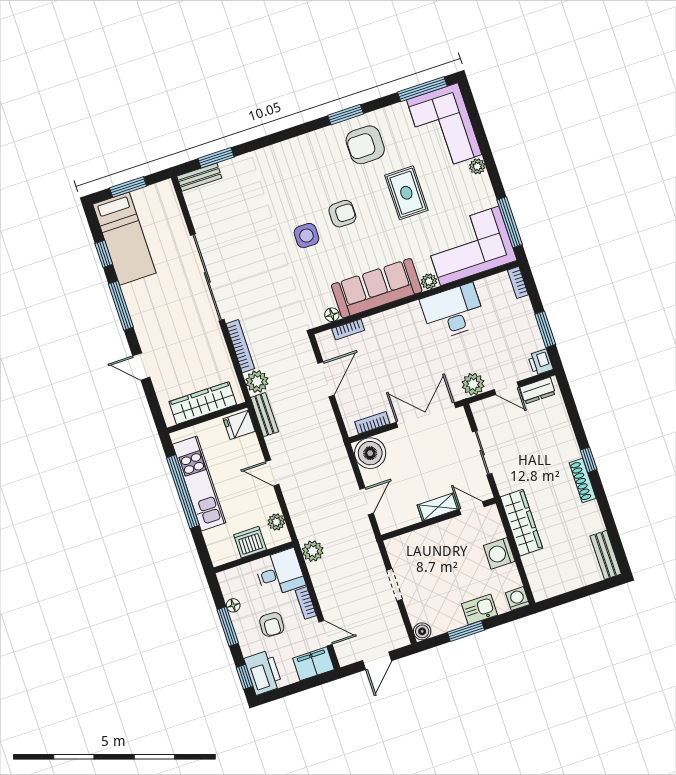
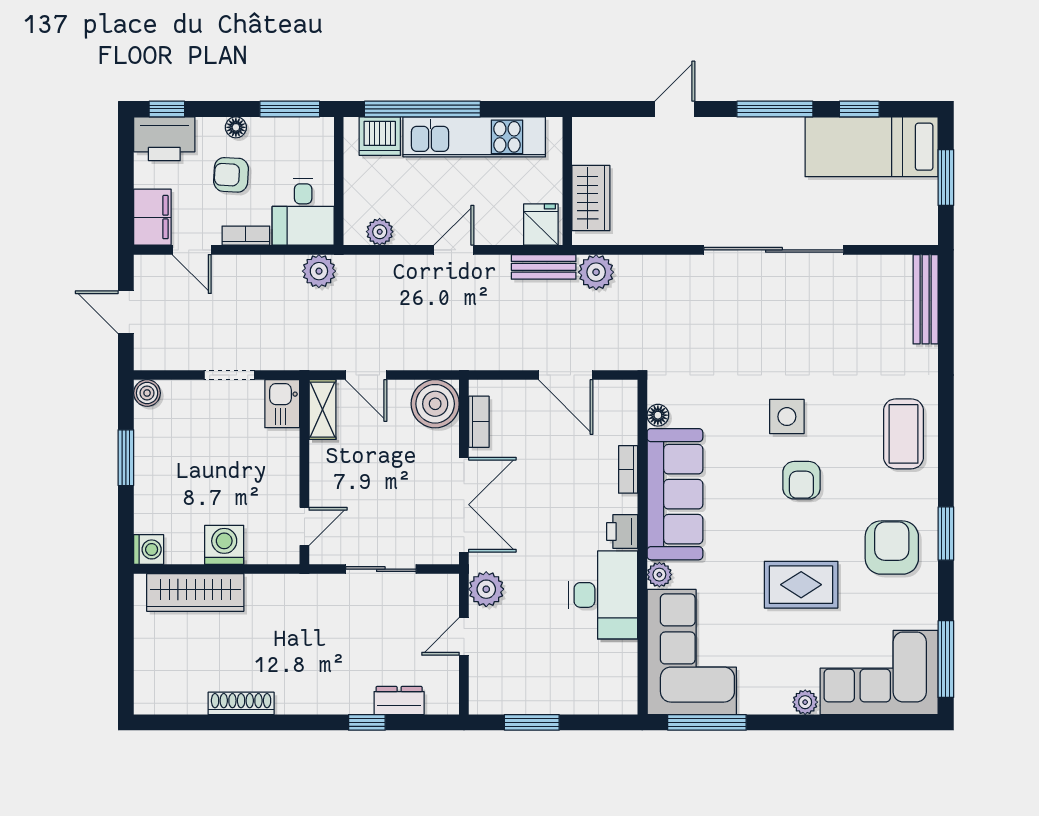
window: (216, 158) -> (946, 321), removed
coffee table: (293, 161) -> (904, 434), added
bench: (199, 177) -> (926, 299), width x1.36
bookcase: (518, 282) -> (614, 705), removed
bookcase: (348, 329) -> (628, 469), moved
bookcase: (240, 346) -> (656, 265), removed
printer: (540, 362) -> (622, 531), moved, turned -90
dresser: (538, 391) -> (399, 701), moved, turned 90
wardrobe: (203, 403) -> (591, 198), width x0.67
window: (589, 460) -> (367, 722), moved
shoe rack: (583, 480) -> (241, 703), moved
window: (183, 492) -> (422, 109), moved
shelving: (438, 507) -> (322, 410), moved
wardrobe: (521, 523) -> (195, 593), moved
dishwasher: (250, 542) -> (380, 136), moved, turned 90
bench: (606, 555) -> (170, 701), removed
floor lamp: (233, 605) -> (236, 127), moved
kitchen sink: (480, 609) -> (282, 404), moved, turned 180
window: (228, 626) -> (290, 109), moved
door: (326, 633) -> (192, 250), hinge flipped

